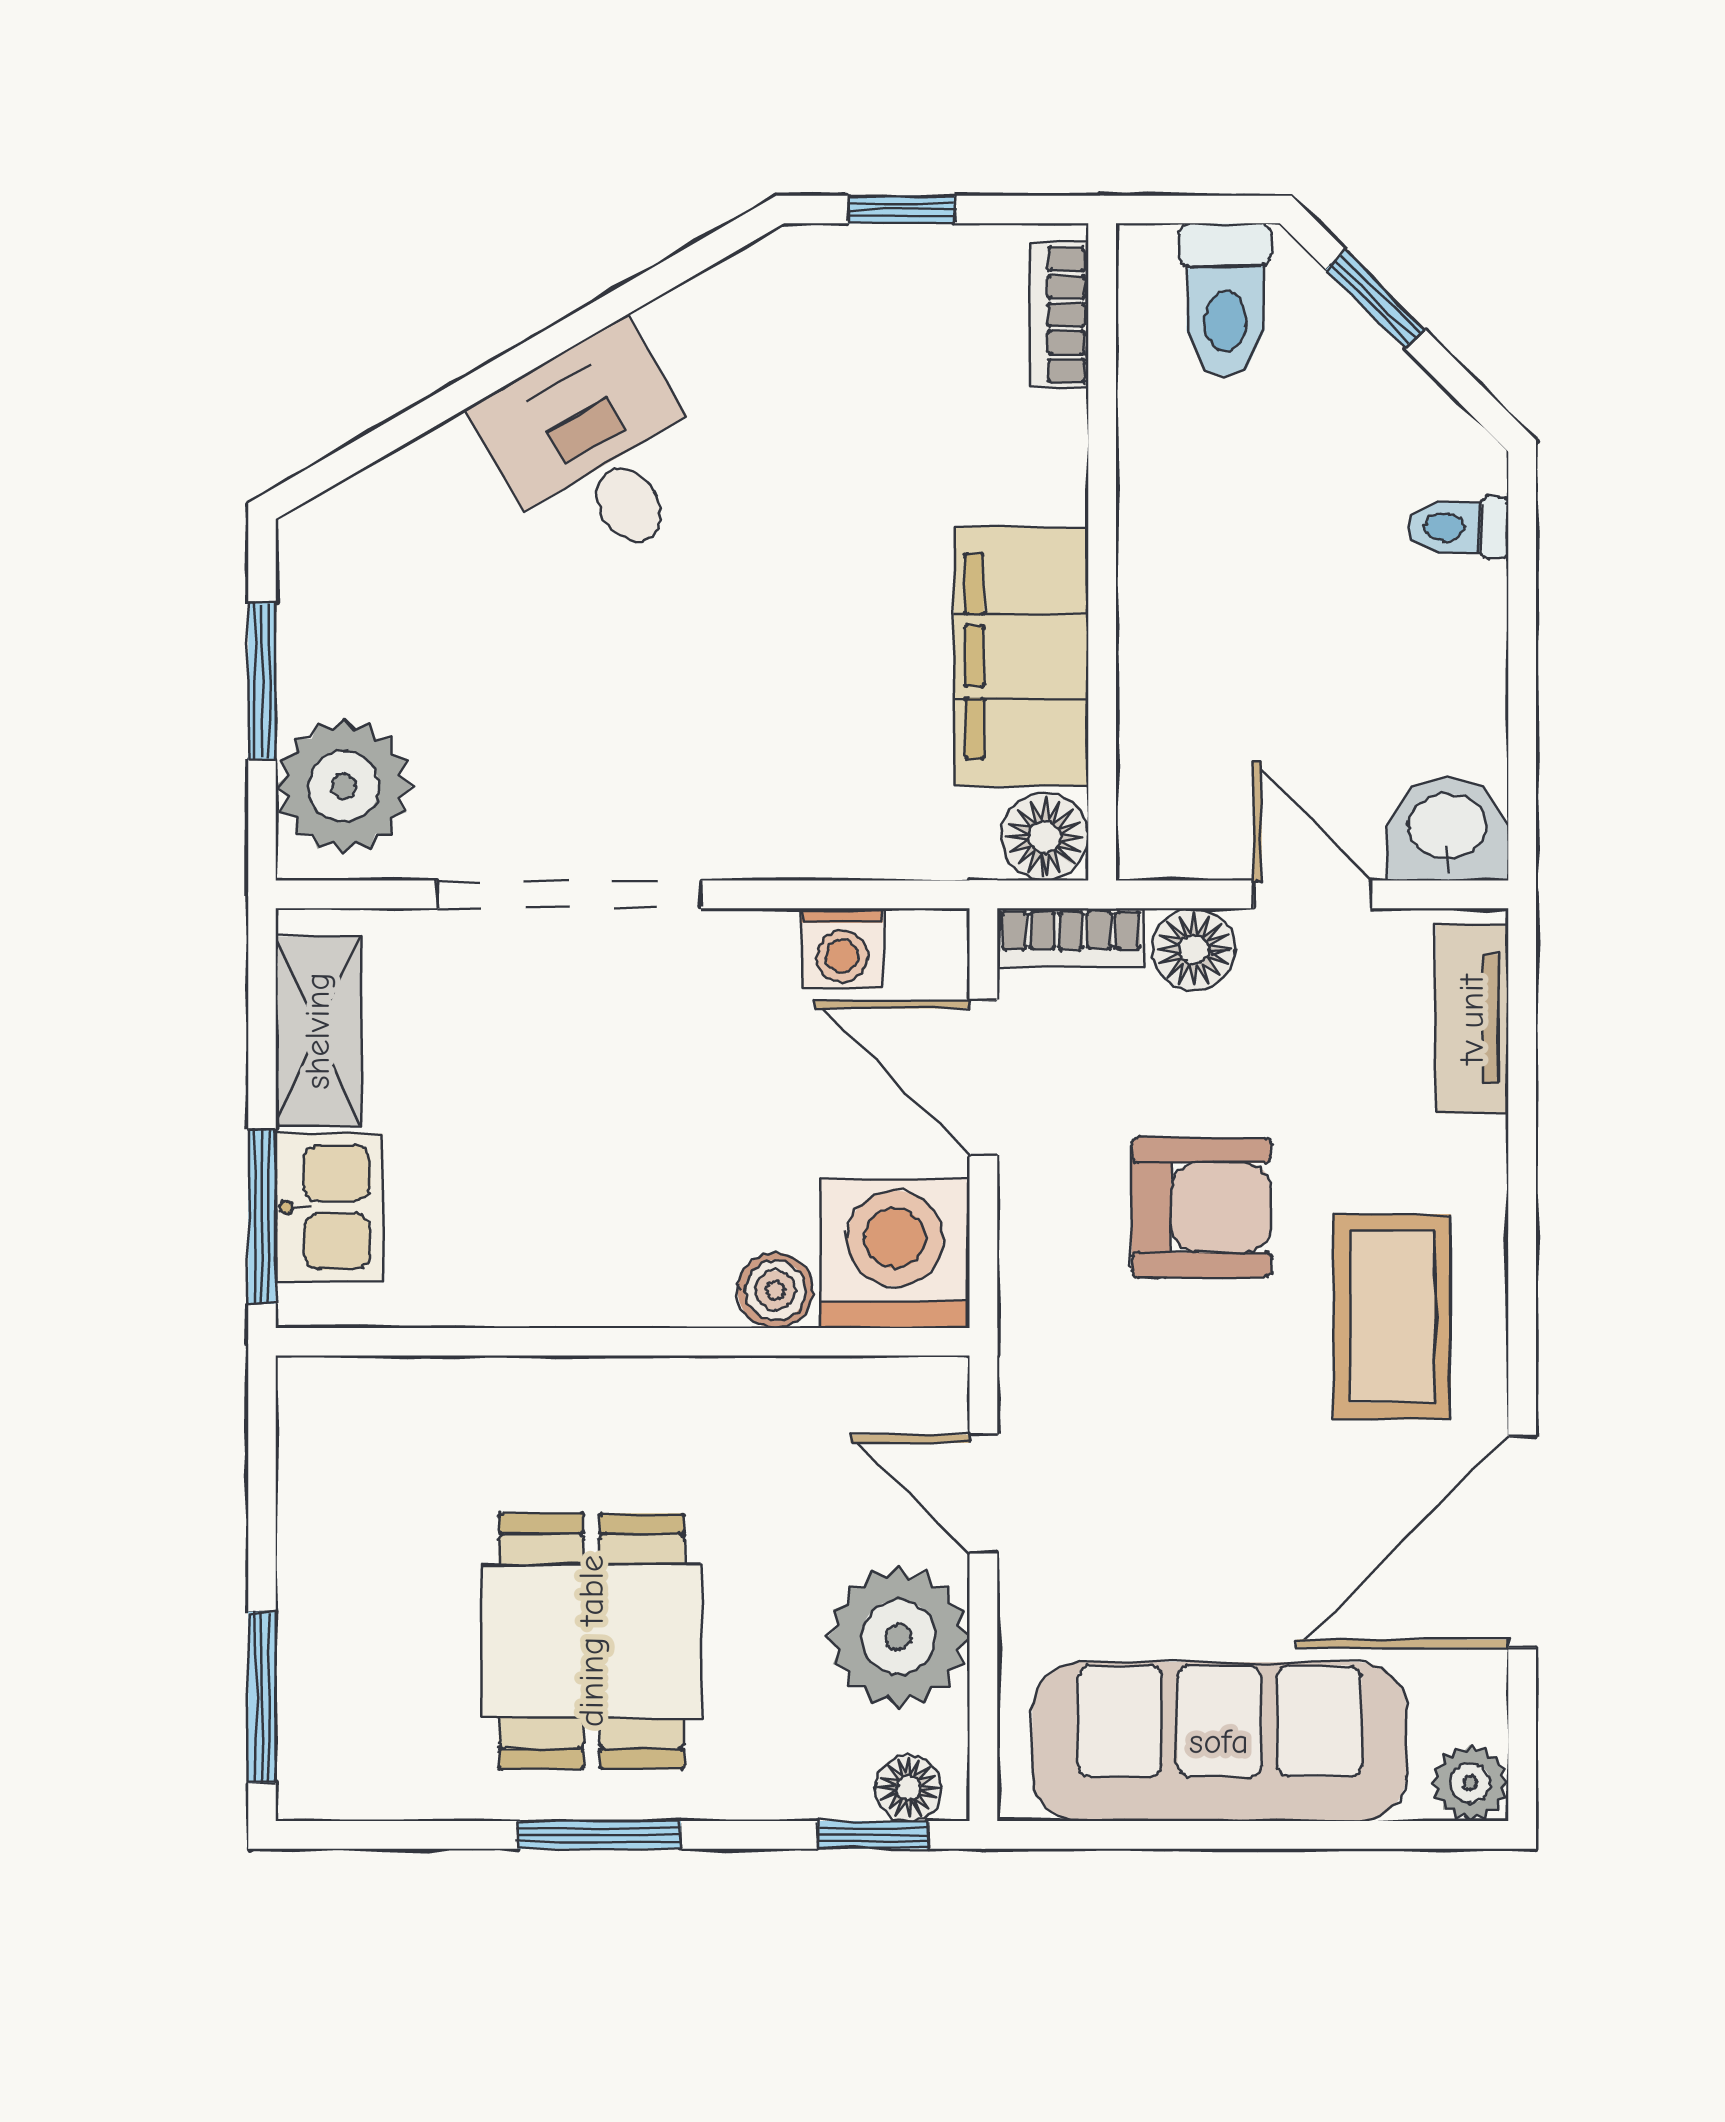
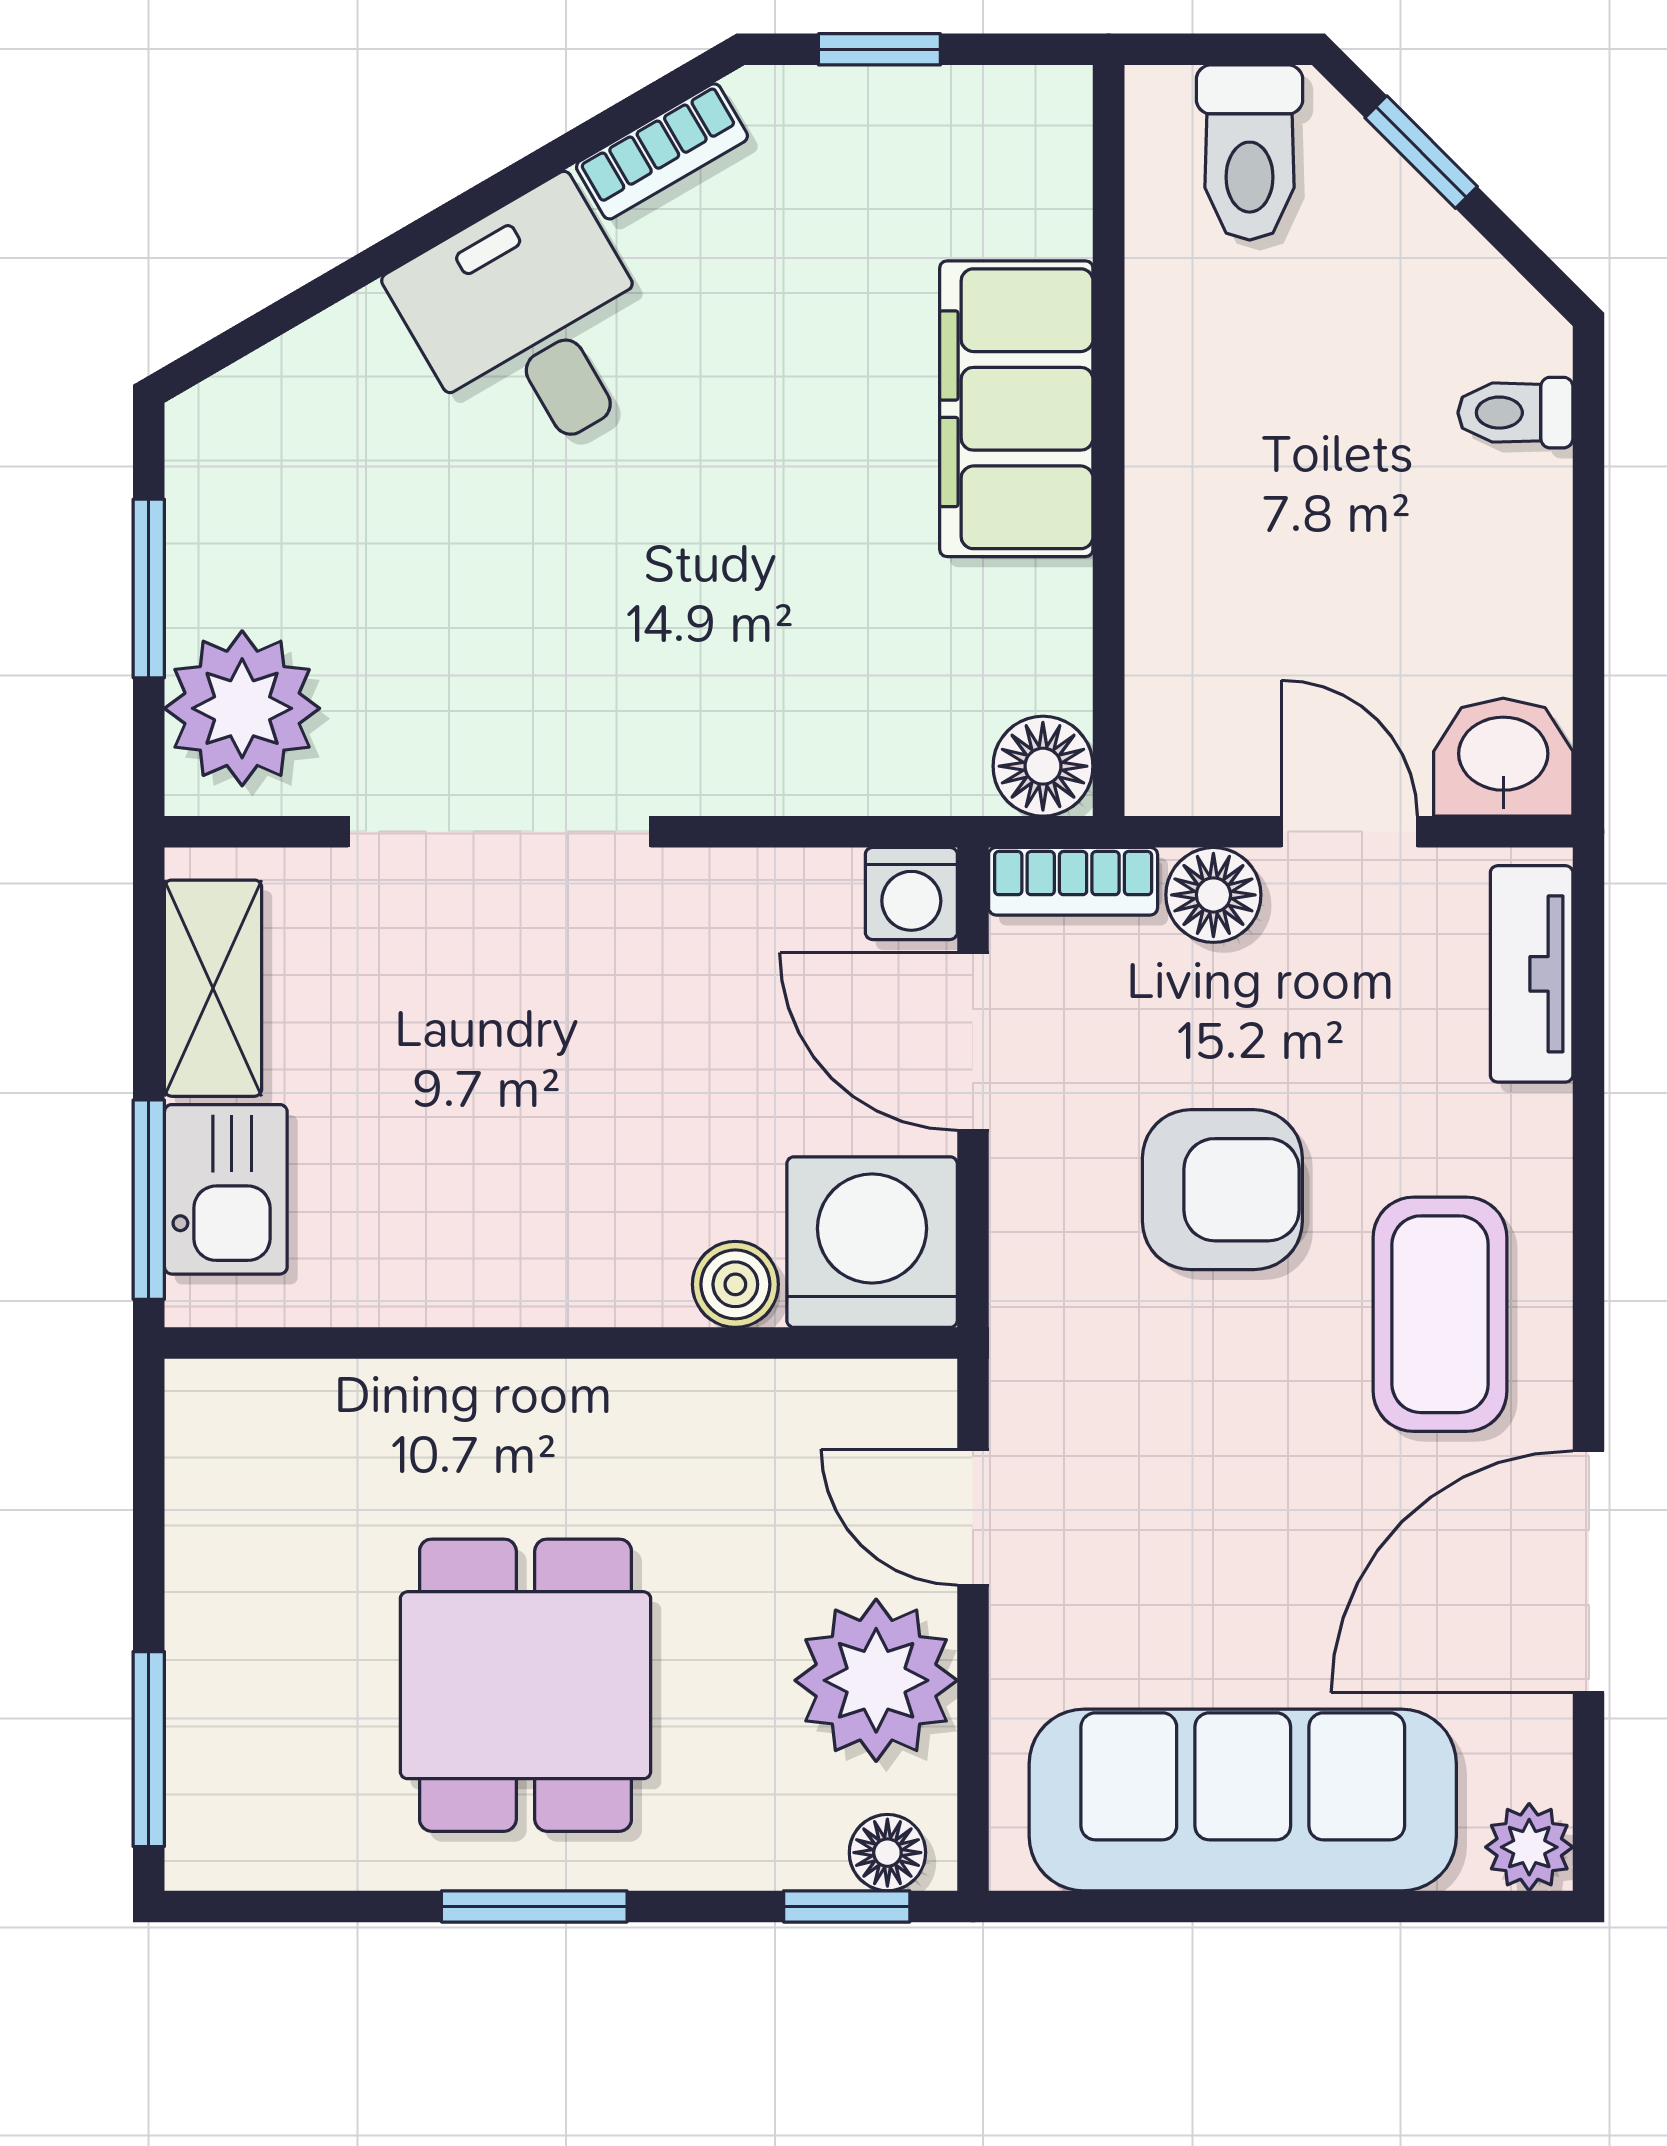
bookcase: (1059, 315) -> (662, 151), moved, turned -120
filing cabinet: (1021, 656) -> (1016, 409), moved
washing machine: (842, 948) -> (911, 893), moved

